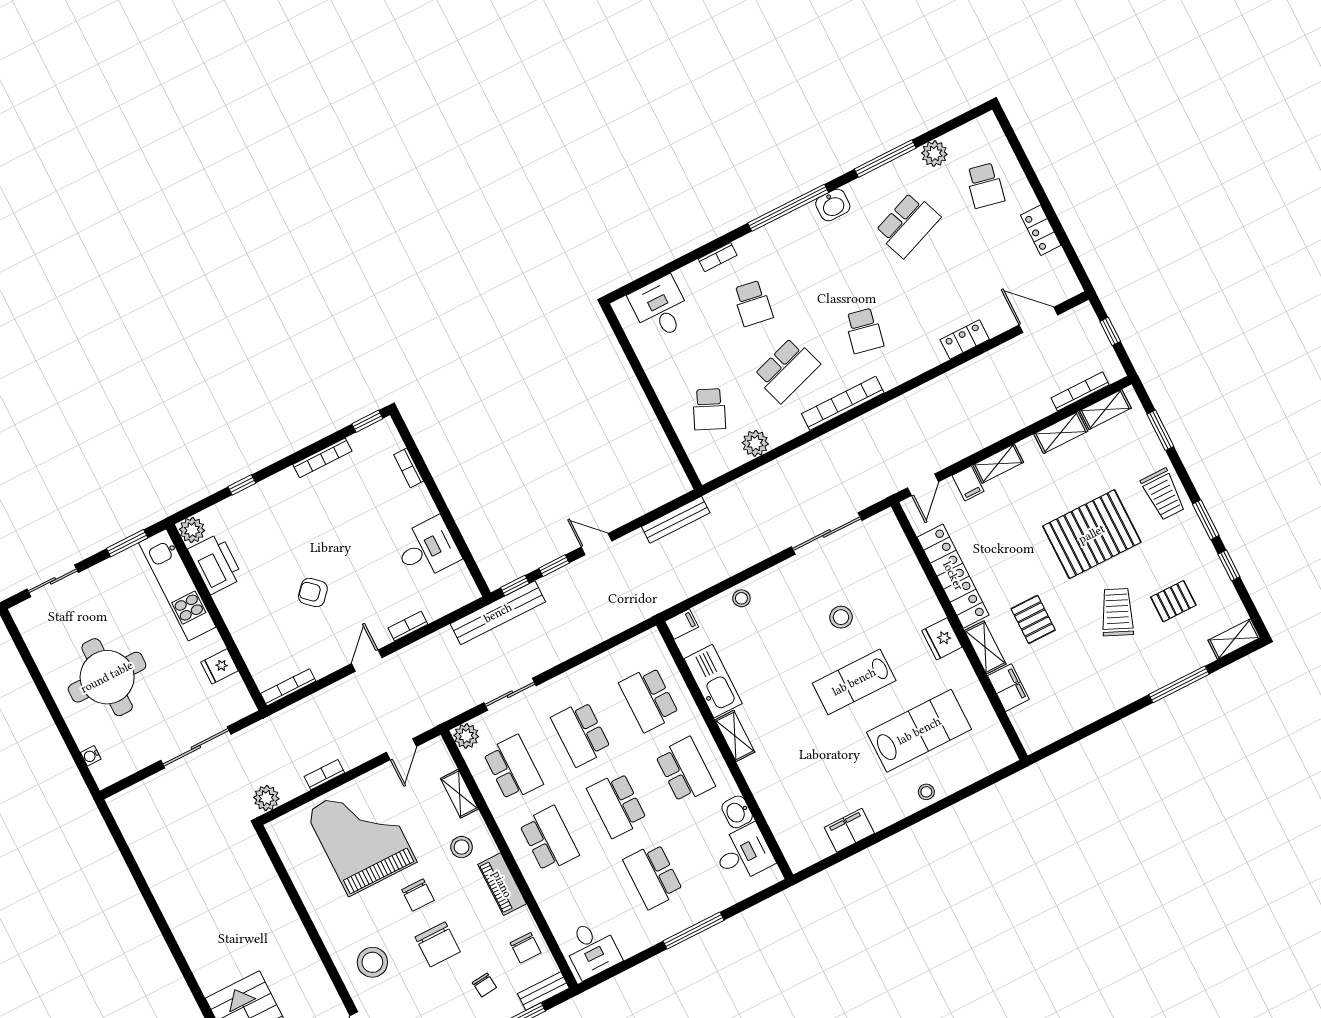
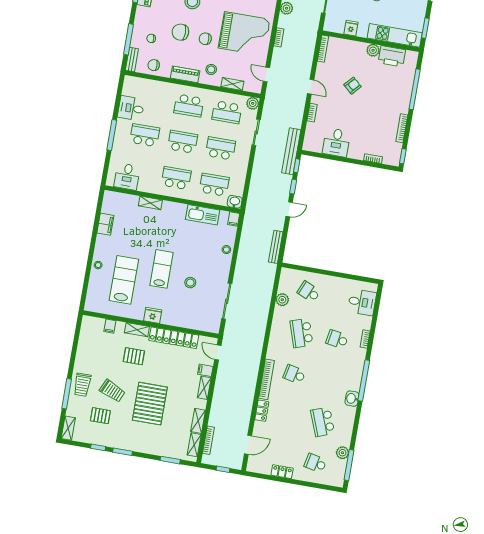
window: (885, 159) -> (349, 465), moved
bookcase: (843, 403) -> (266, 379), moved
window: (242, 485) -> (415, 89), width x3.17
trolley: (1163, 494) -> (82, 385), moved, turned -90
plant: (192, 530) -> (373, 50), moved
pallet: (1173, 601) -> (100, 416), turned 90
filing cabinet: (1008, 688) -> (110, 326), width x0.50
lab bench: (919, 731) -> (124, 280), turned 180
shelving: (735, 736) -> (150, 203), moved
school desk: (685, 770) -> (176, 178), turned 180
washbasin: (737, 812) -> (235, 202), moved
desk: (592, 949) -> (131, 108), moved

